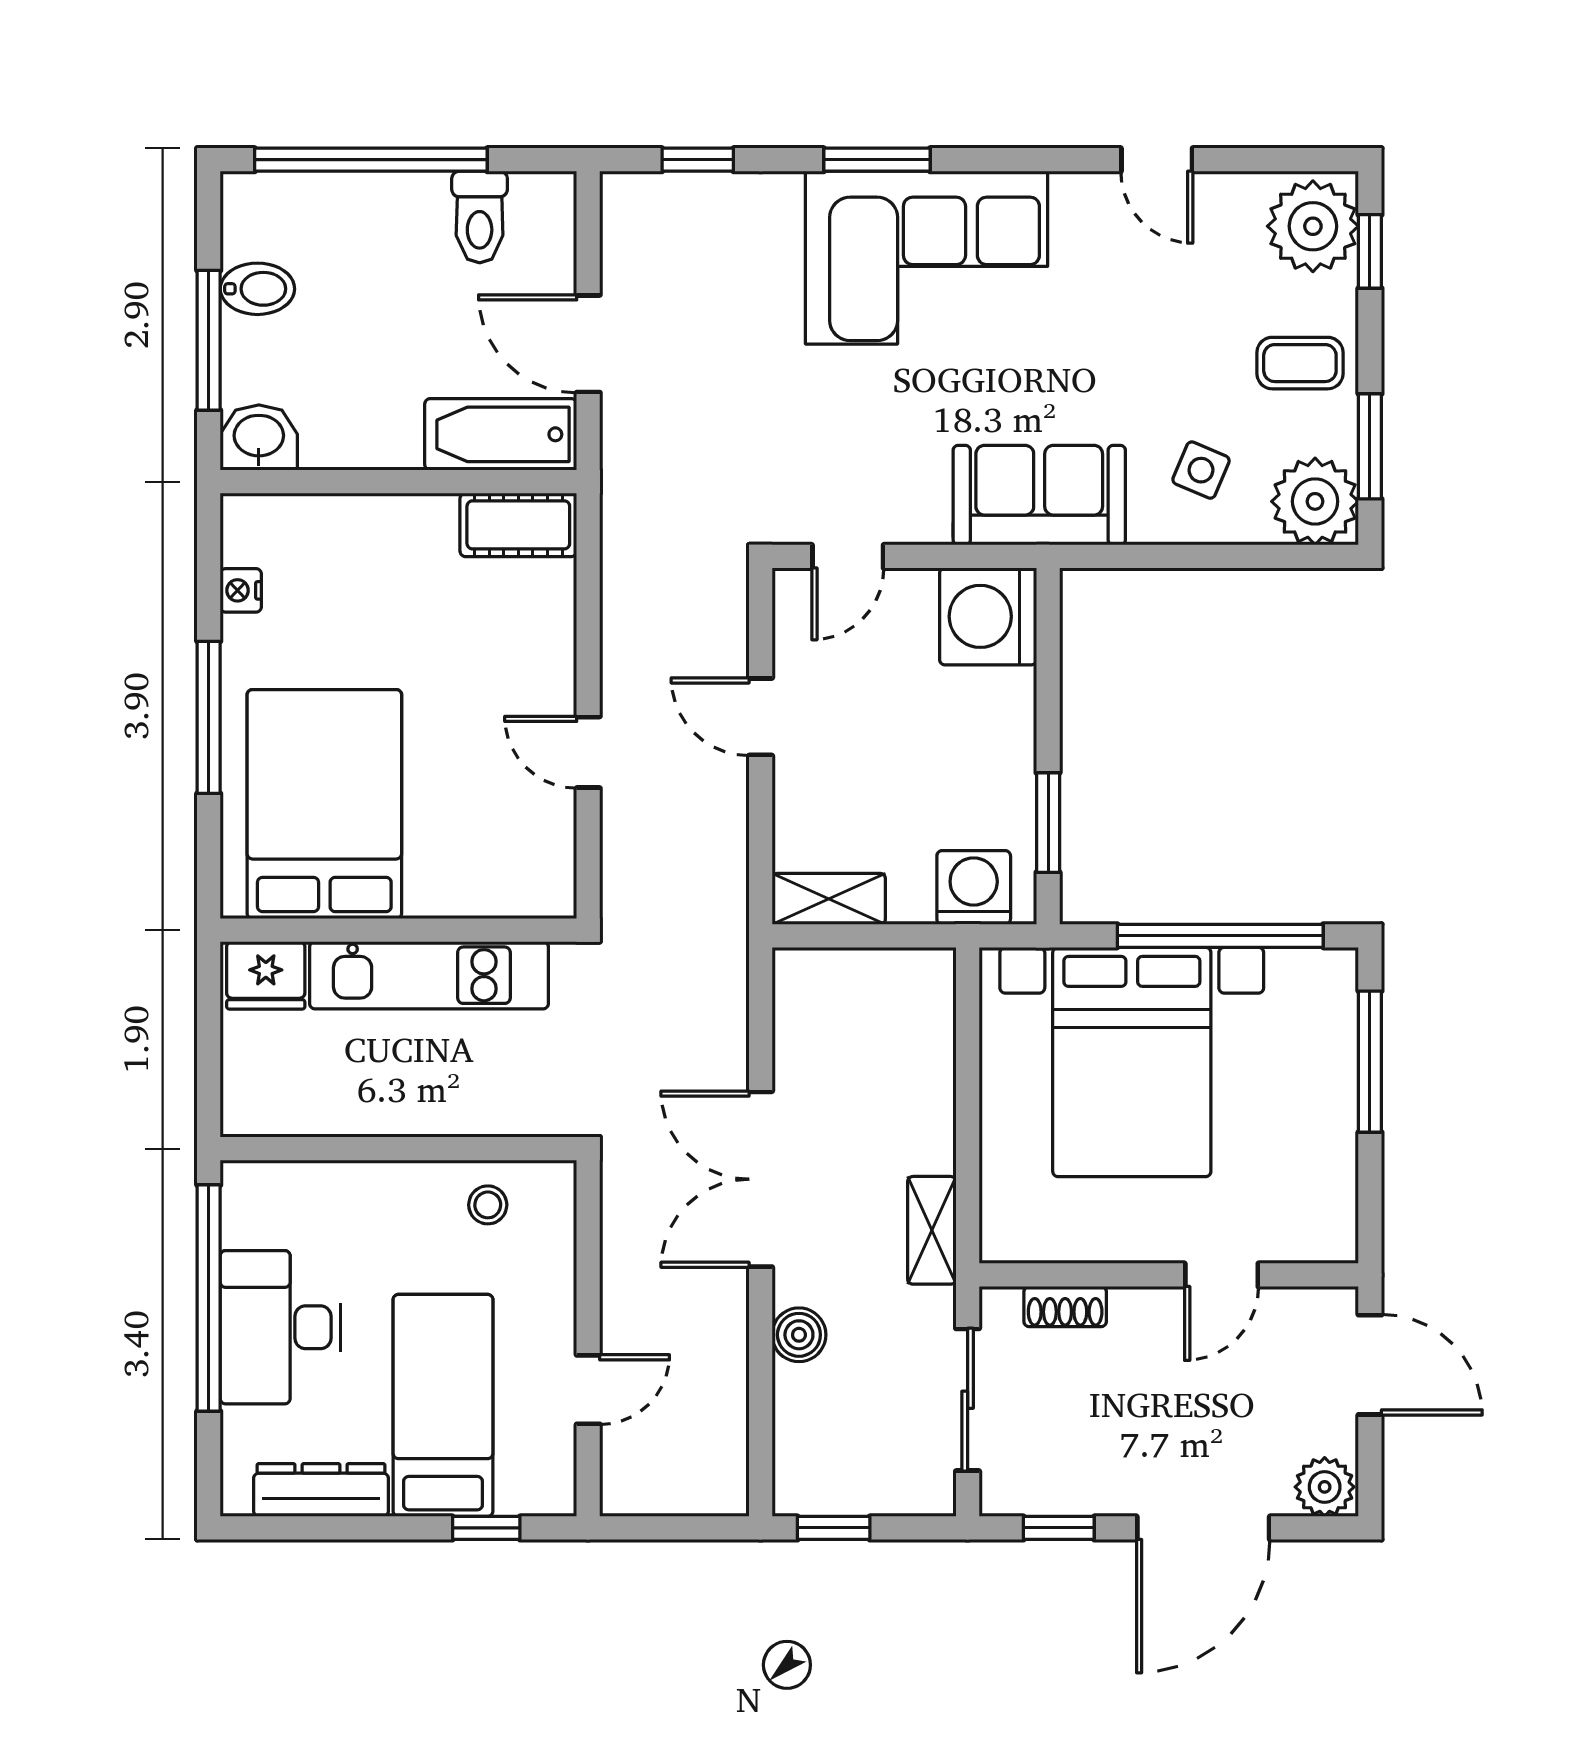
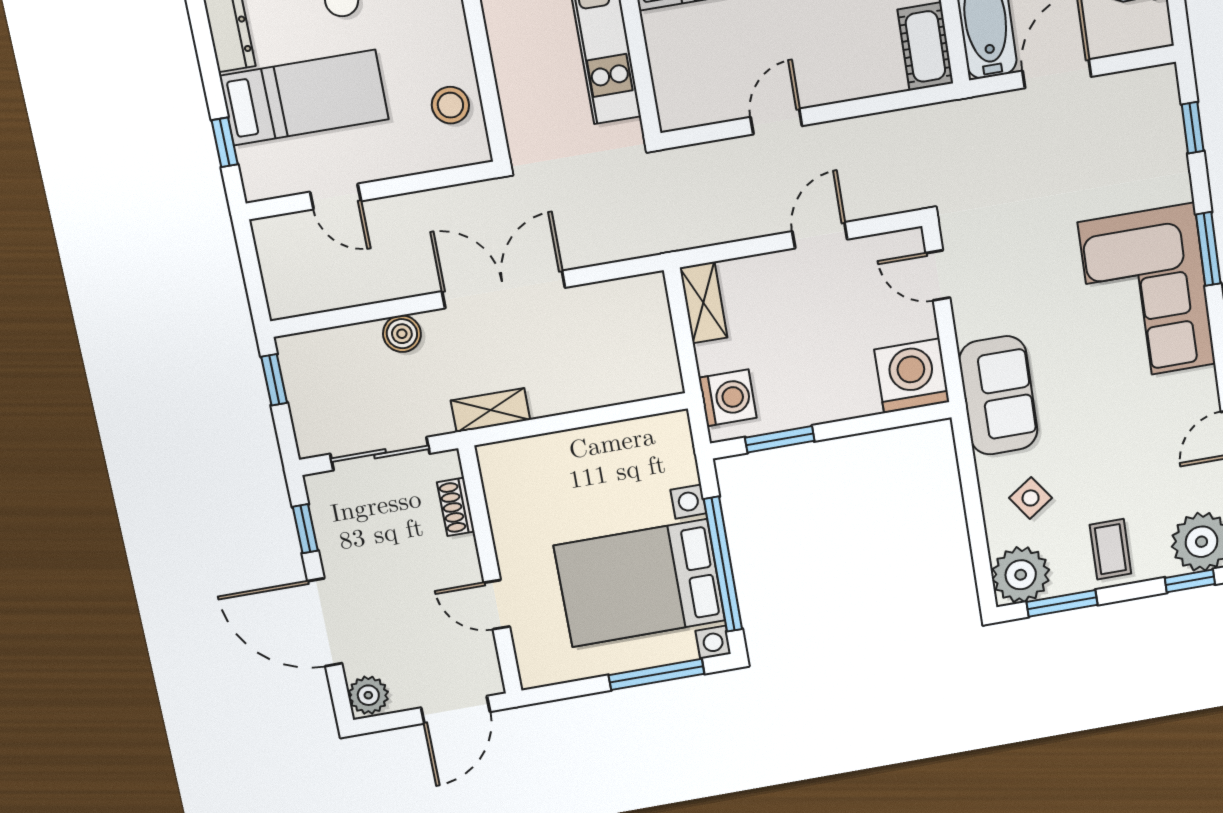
side table: (1201, 470) -> (1031, 498), turned 32
bed with nightstands: (1132, 1062) -> (640, 583), moved
stool: (488, 1205) -> (450, 105), width x1.37, depth x1.37

